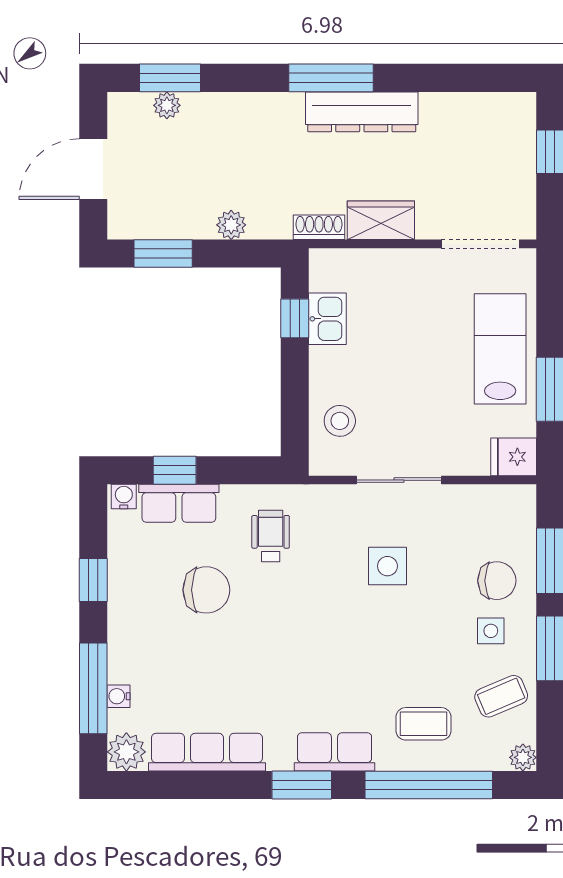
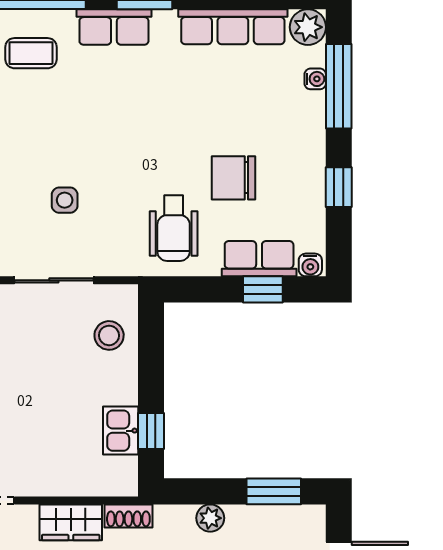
wheelchair: (271, 536) -> (174, 228), width x1.36, depth x1.37
side table: (387, 566) -> (65, 200), width x0.73, depth x0.73

